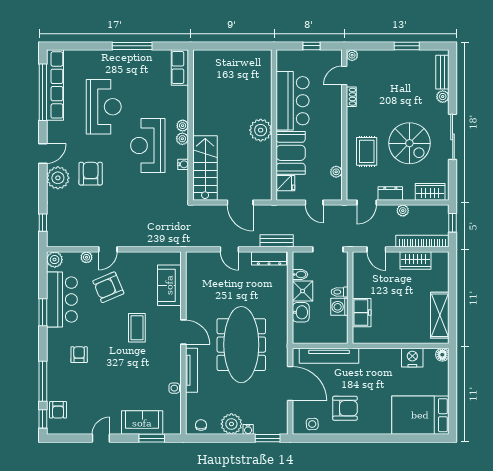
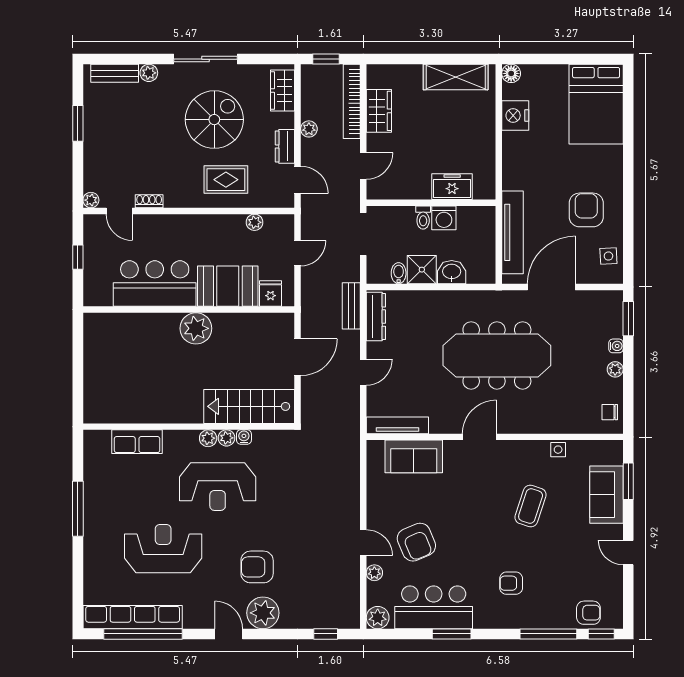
row of seats: (180, 67) -> (137, 442), moved
plant: (183, 126) -> (226, 438), moved
coffee table: (137, 328) -> (531, 506), moved, turned -72
tv unit: (192, 370) -> (397, 425), moved
plant: (231, 424) -> (615, 369), width x0.53, depth x0.53

